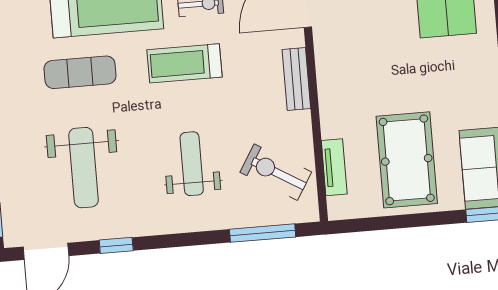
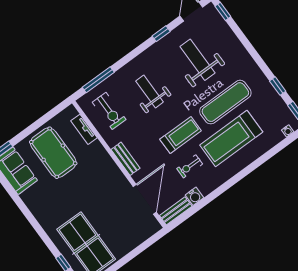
exercise mat: (80, 72) -> (225, 102), width x1.36, depth x1.45
weight bench: (192, 164) -> (150, 92), turned 180
exercise bike: (276, 172) -> (109, 111), turned 59

